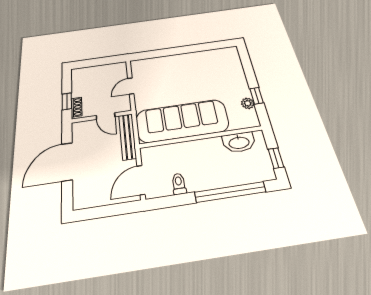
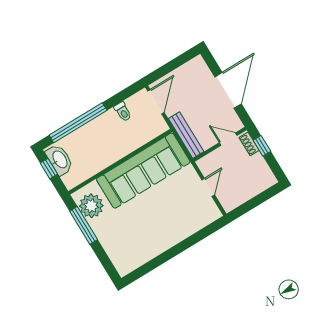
window: (257, 96) -> (84, 225), width x2.17
plant: (248, 103) -> (91, 206), width x1.88, depth x1.88
door: (106, 116) -> (228, 139), moved
washbasin: (239, 142) -> (59, 160), moved, turned 90

